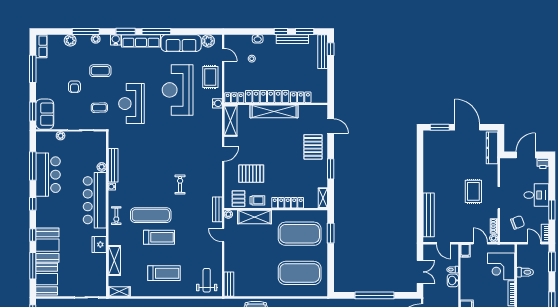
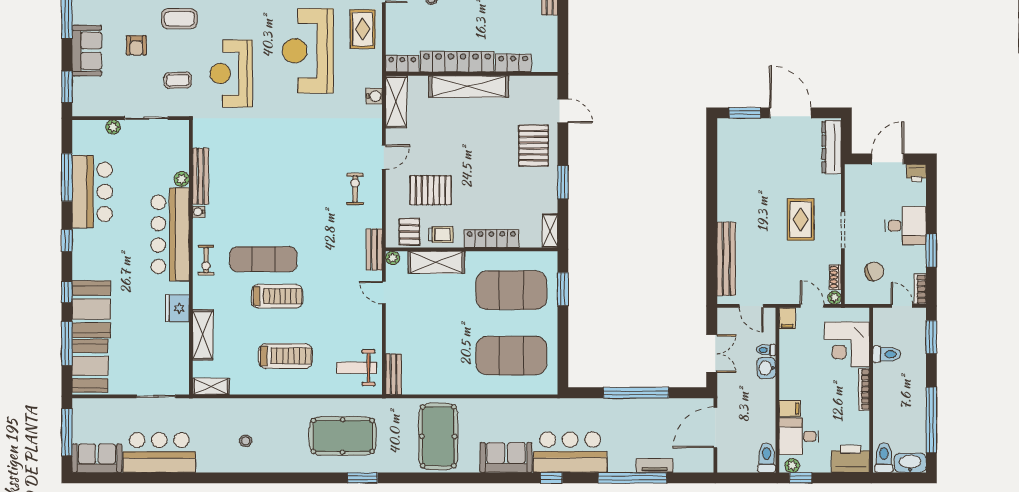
water cooler: (217, 103) -> (374, 96), moved
sofa: (45, 114) -> (87, 51), moved
exercise bike: (180, 184) -> (355, 189), moved
weight bench: (207, 280) -> (357, 368), turned -90

